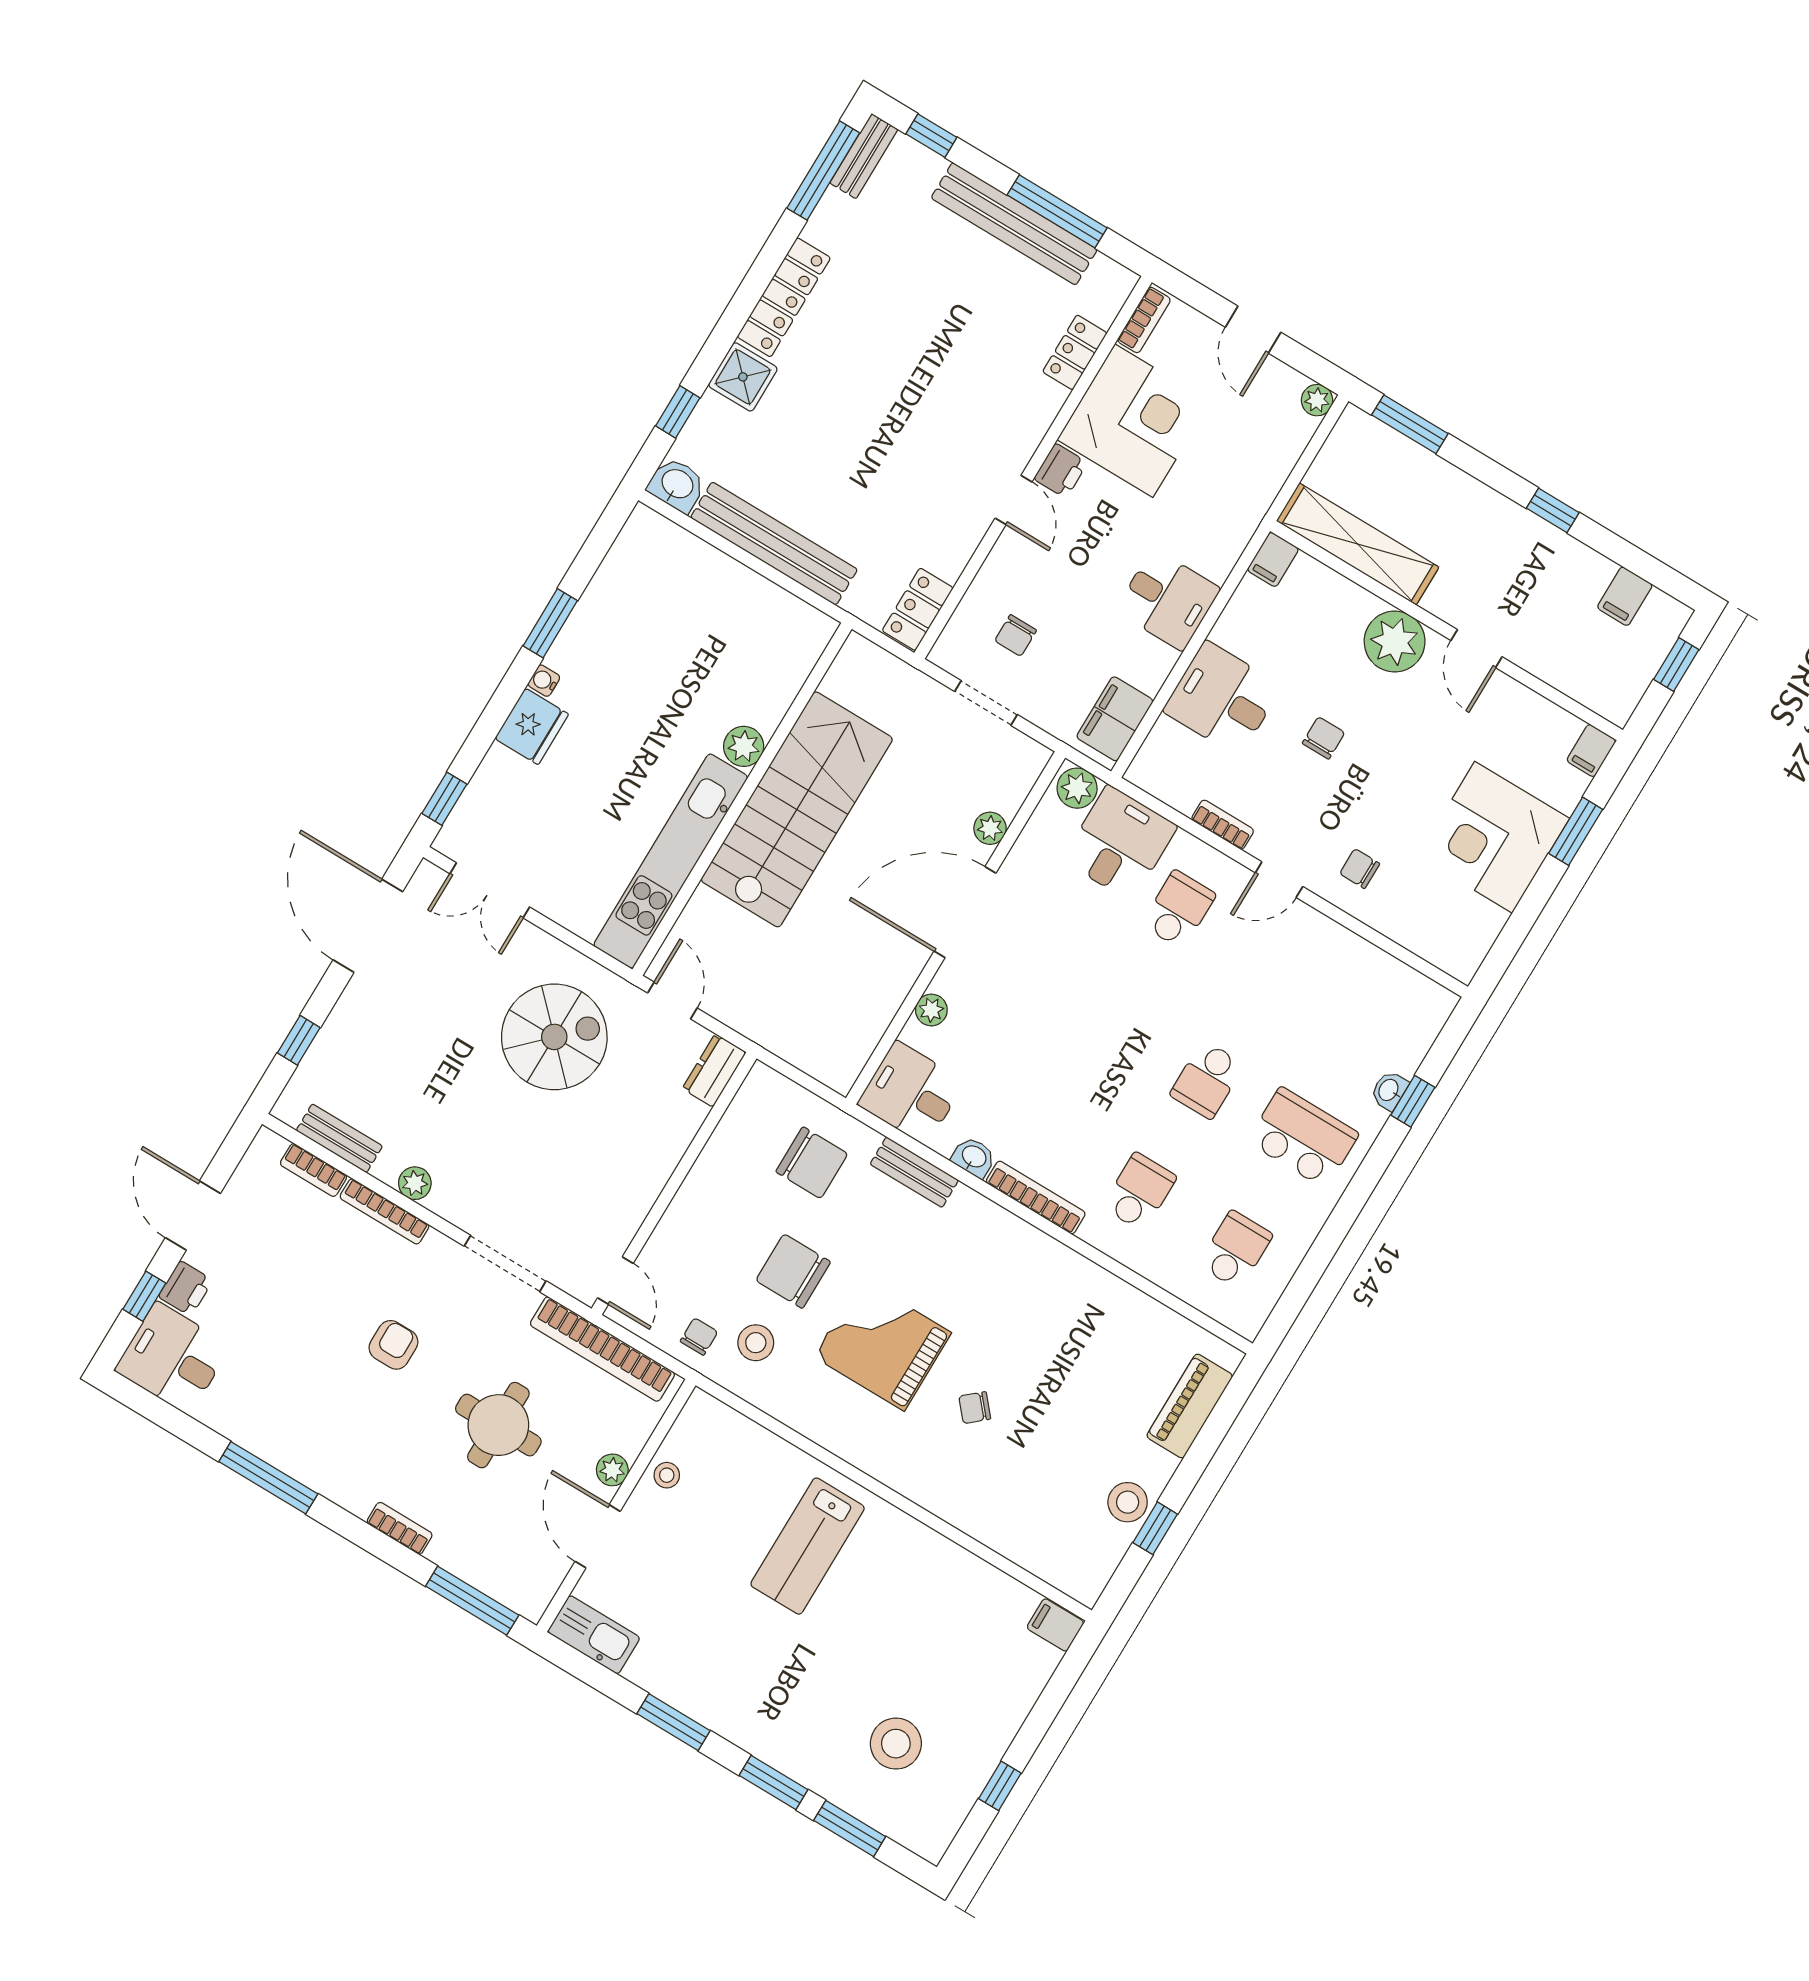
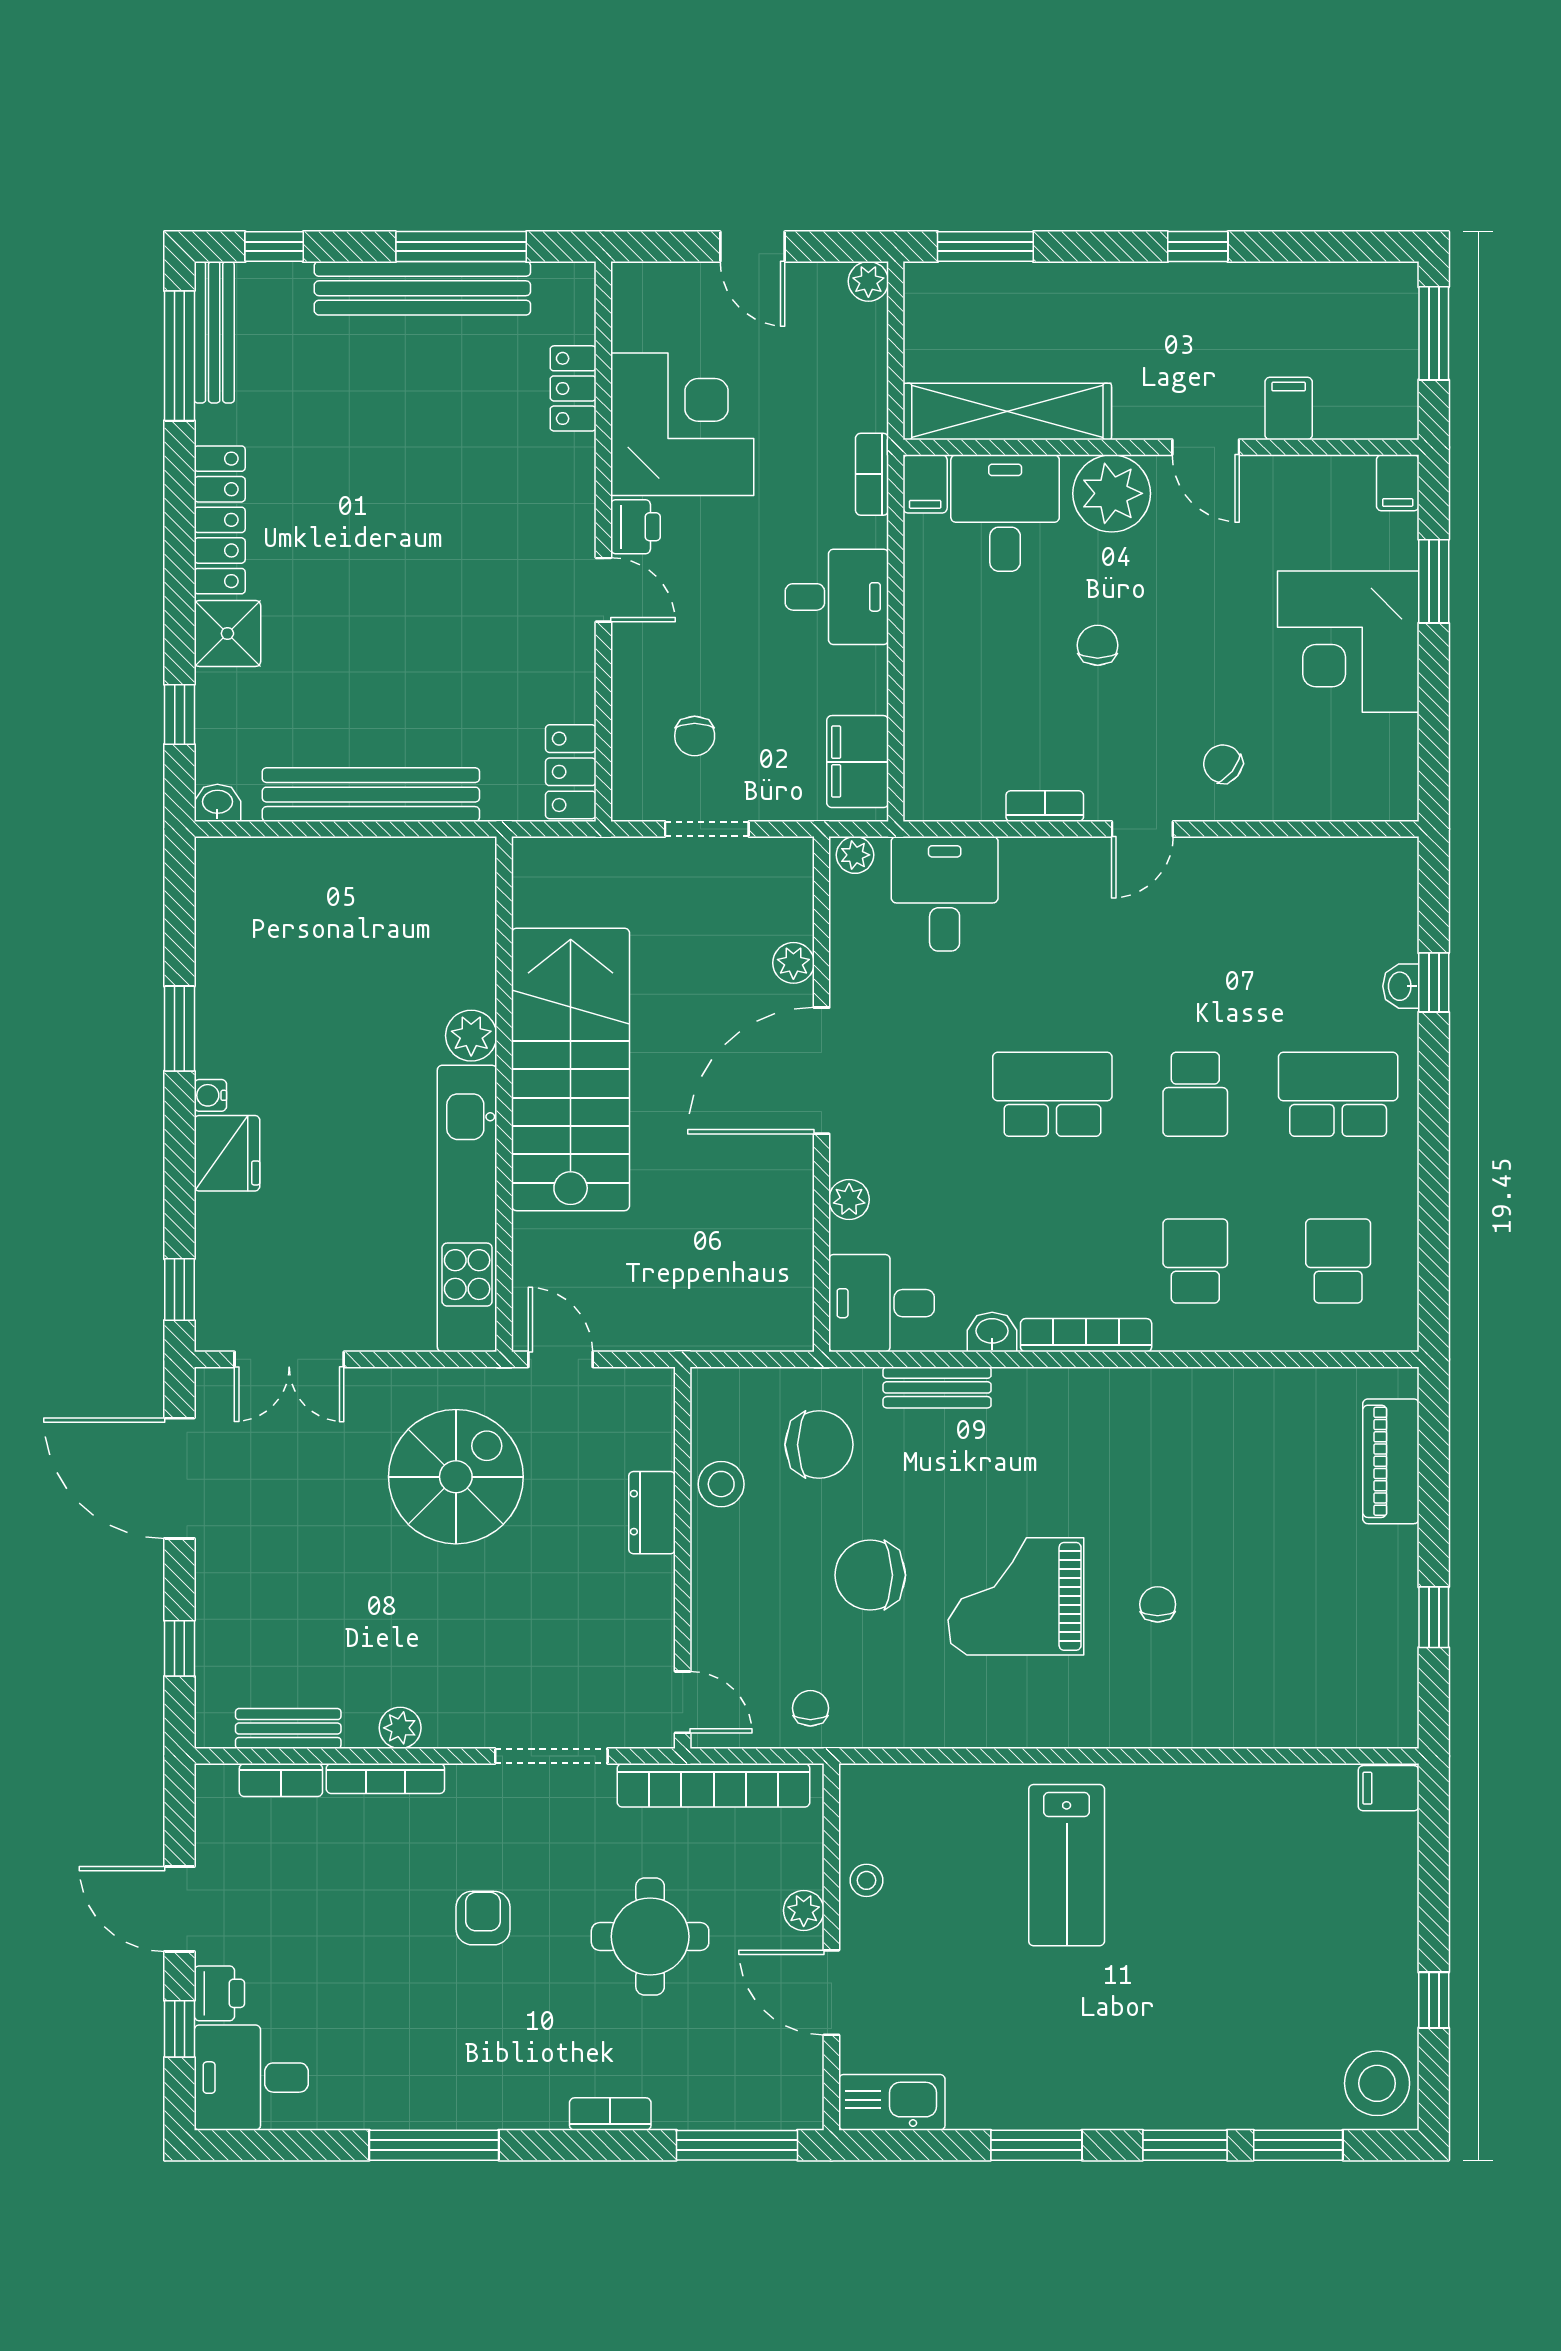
bench: (864, 156) -> (214, 332), width x1.36
bookcase: (1144, 320) -> (872, 474), moved, turned 180
washbasin: (677, 485) -> (217, 803), width x0.72, depth x0.69
filing cabinet: (1625, 596) -> (1289, 408), moved, turned 180
window: (1676, 664) -> (1434, 333), width x1.50
desk: (1222, 699) -> (1005, 513), moved, turned 90
plant: (1077, 788) -> (855, 855), width x0.73, depth x0.73
chair: (1360, 869) -> (1223, 764), turned 39
school desk: (1179, 910) -> (1052, 1094), moved, width x1.85
dresser: (714, 1070) -> (652, 1513), moved
stool: (756, 1343) -> (721, 1484), moved
chair: (975, 1408) -> (1158, 1604), turned 131
stool: (1128, 1502) -> (1386, 1607), removed
stool: (896, 1744) -> (1377, 2083), moved

